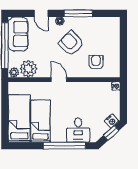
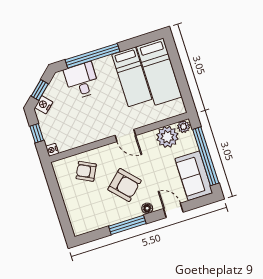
armchair: (96, 62) -> (86, 171), turned 117
window: (123, 102) -> (37, 133), added

